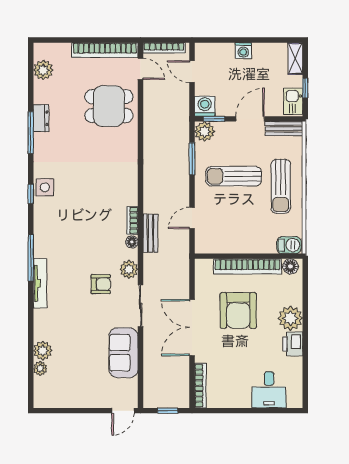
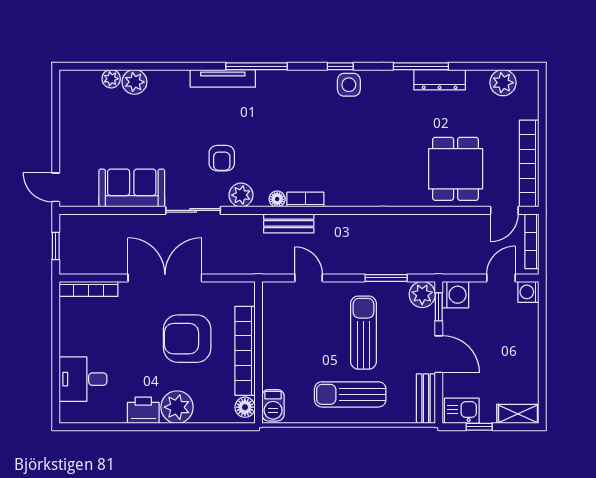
washing machine: (243, 51) -> (528, 292), moved
dresser: (41, 118) -> (440, 80), width x1.44

